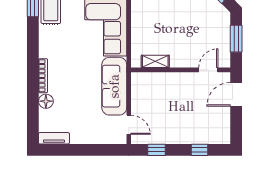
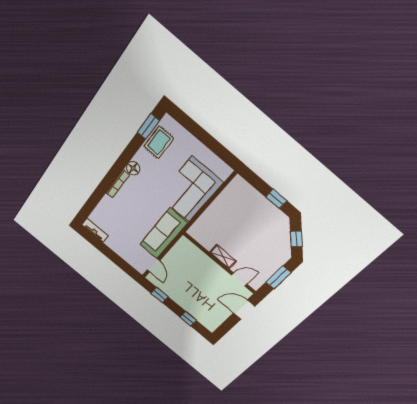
shelving: (155, 61) -> (223, 257), moved
floor lamp: (46, 101) -> (133, 168), moved

